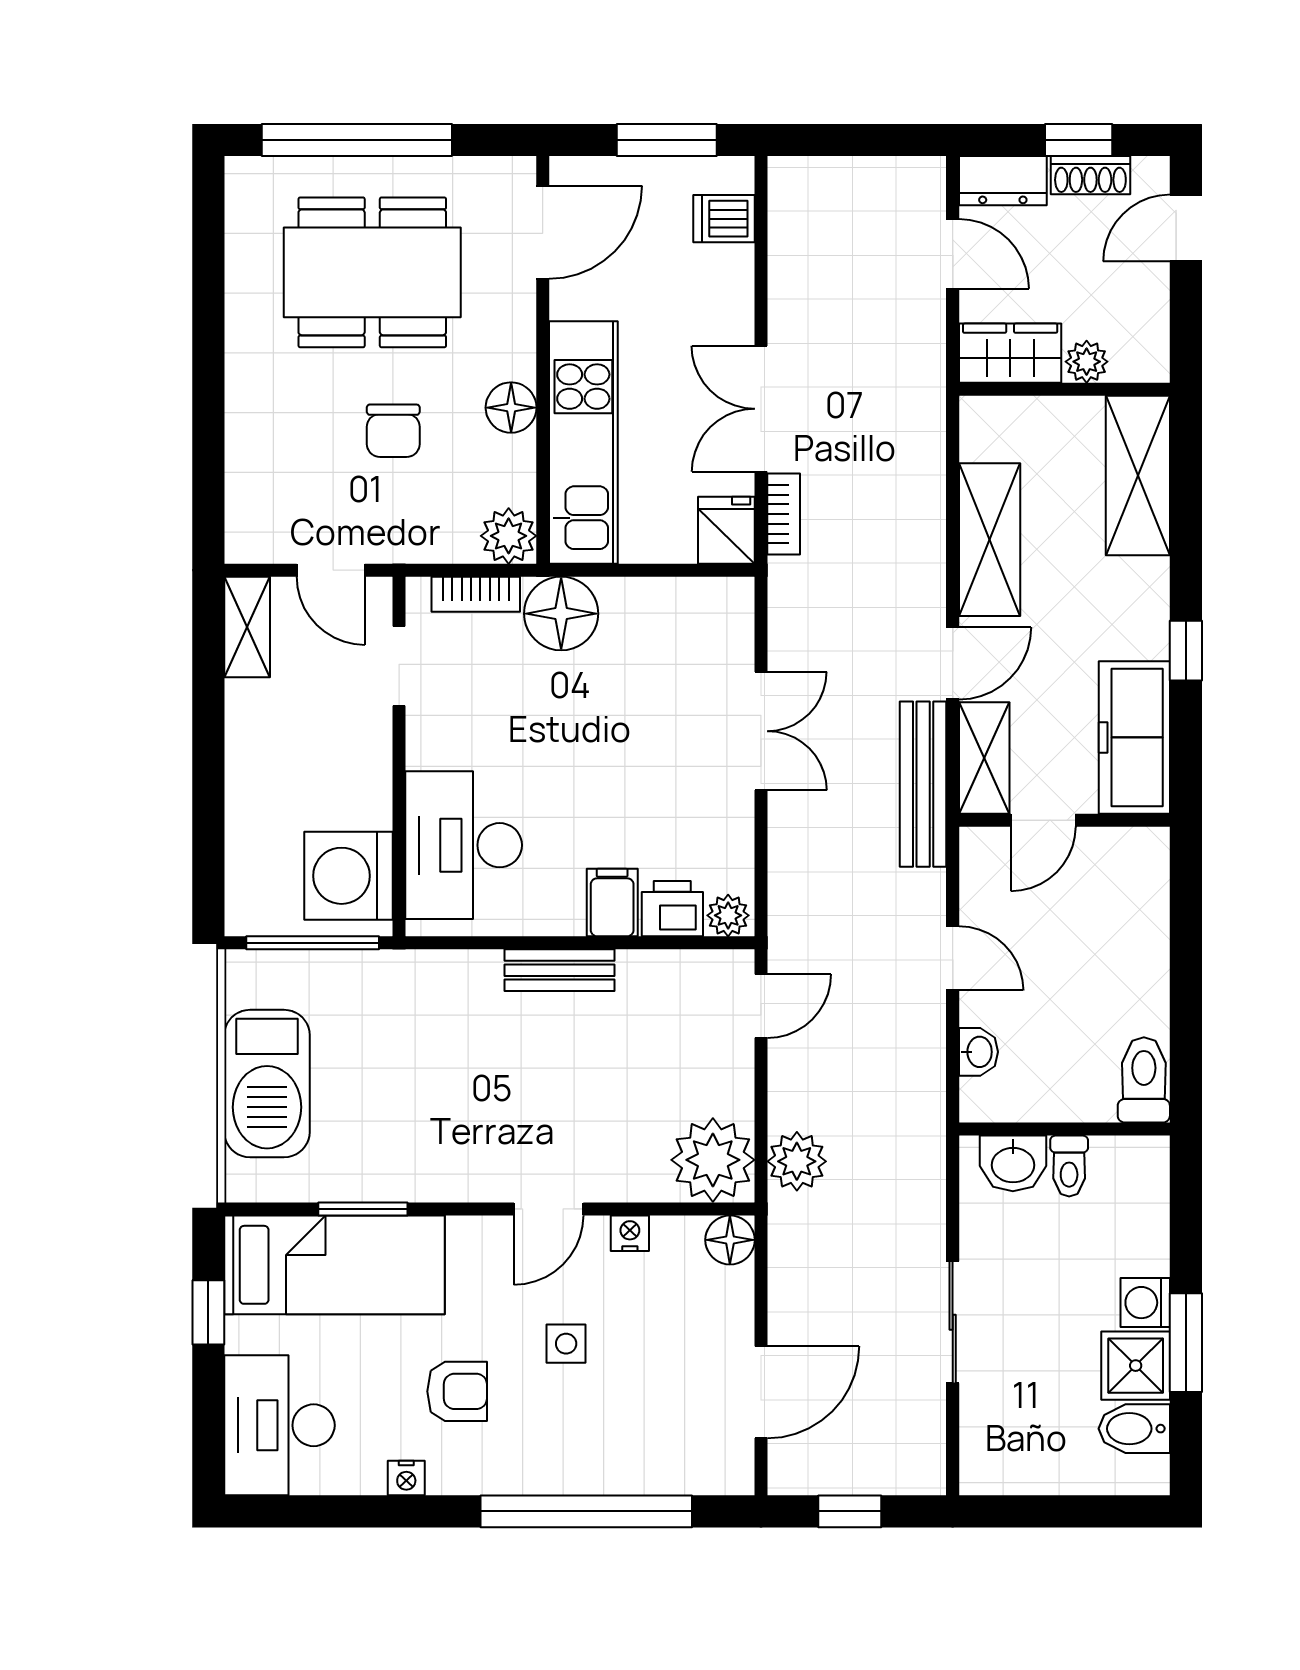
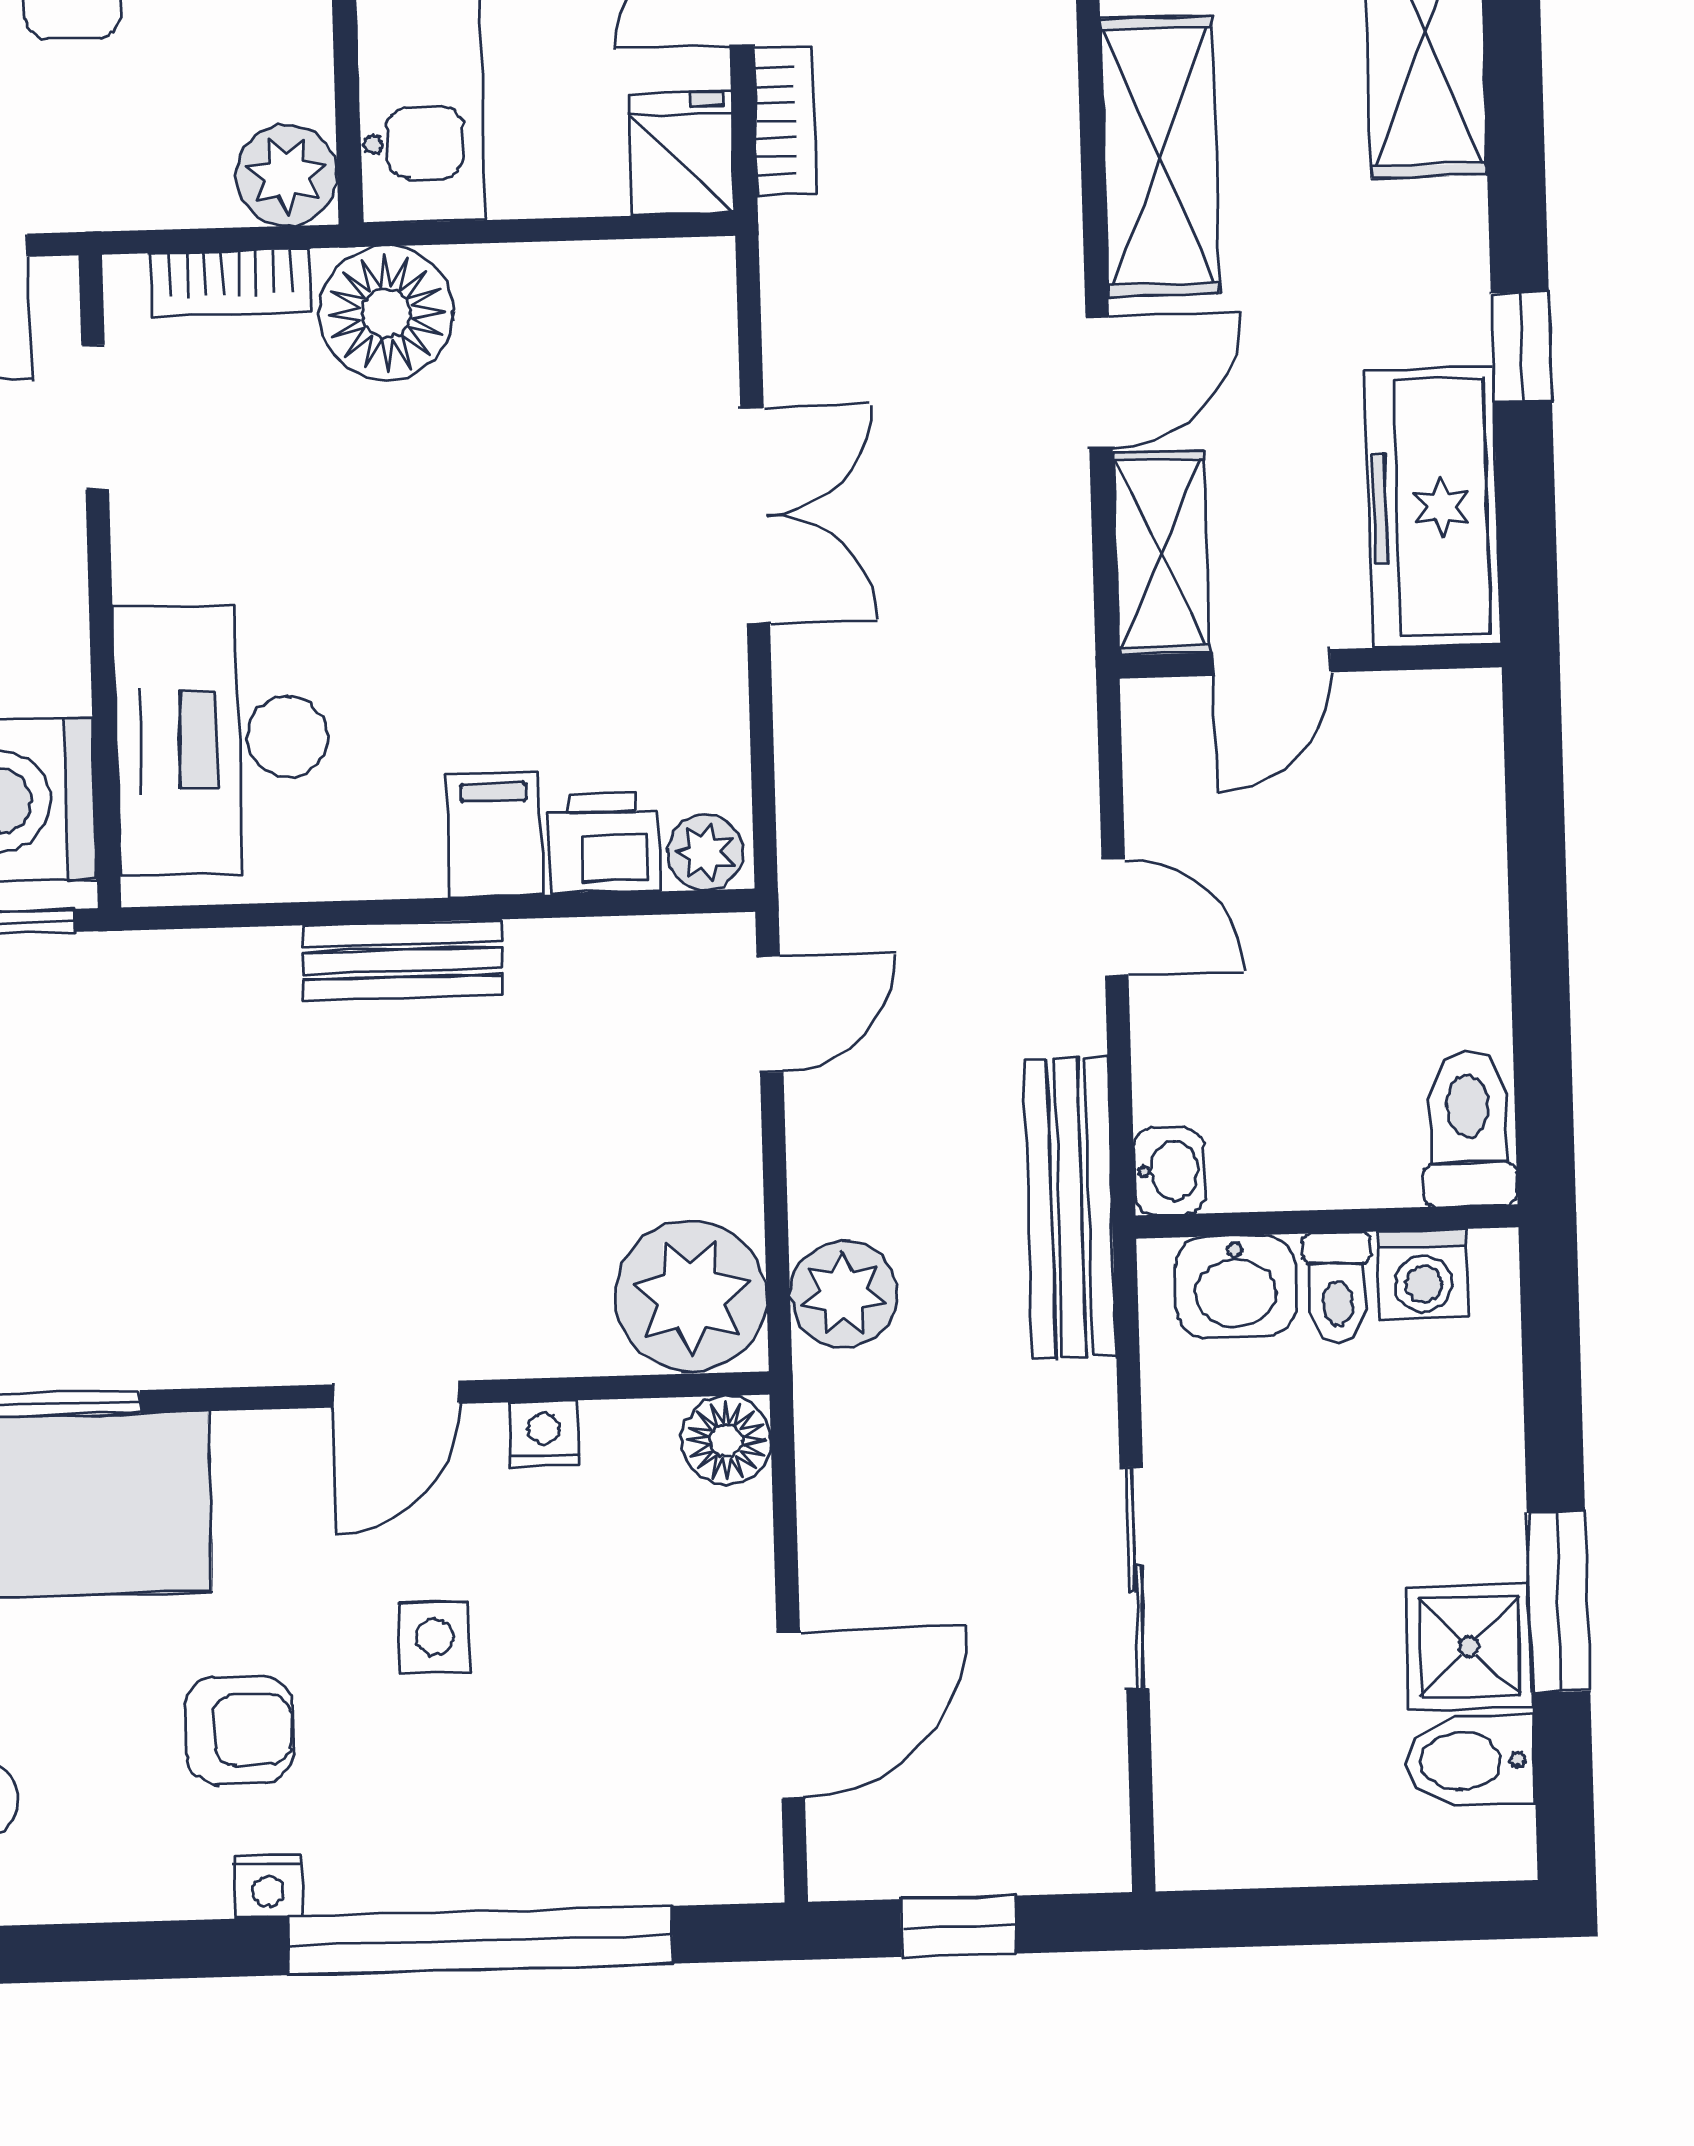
bench: (923, 784) -> (1070, 1208), moved
washbasin: (978, 1052) -> (1169, 1171), moved
washing machine: (1145, 1303) -> (1423, 1275), moved, turned -90
nightstand: (406, 1478) -> (268, 1886), moved

